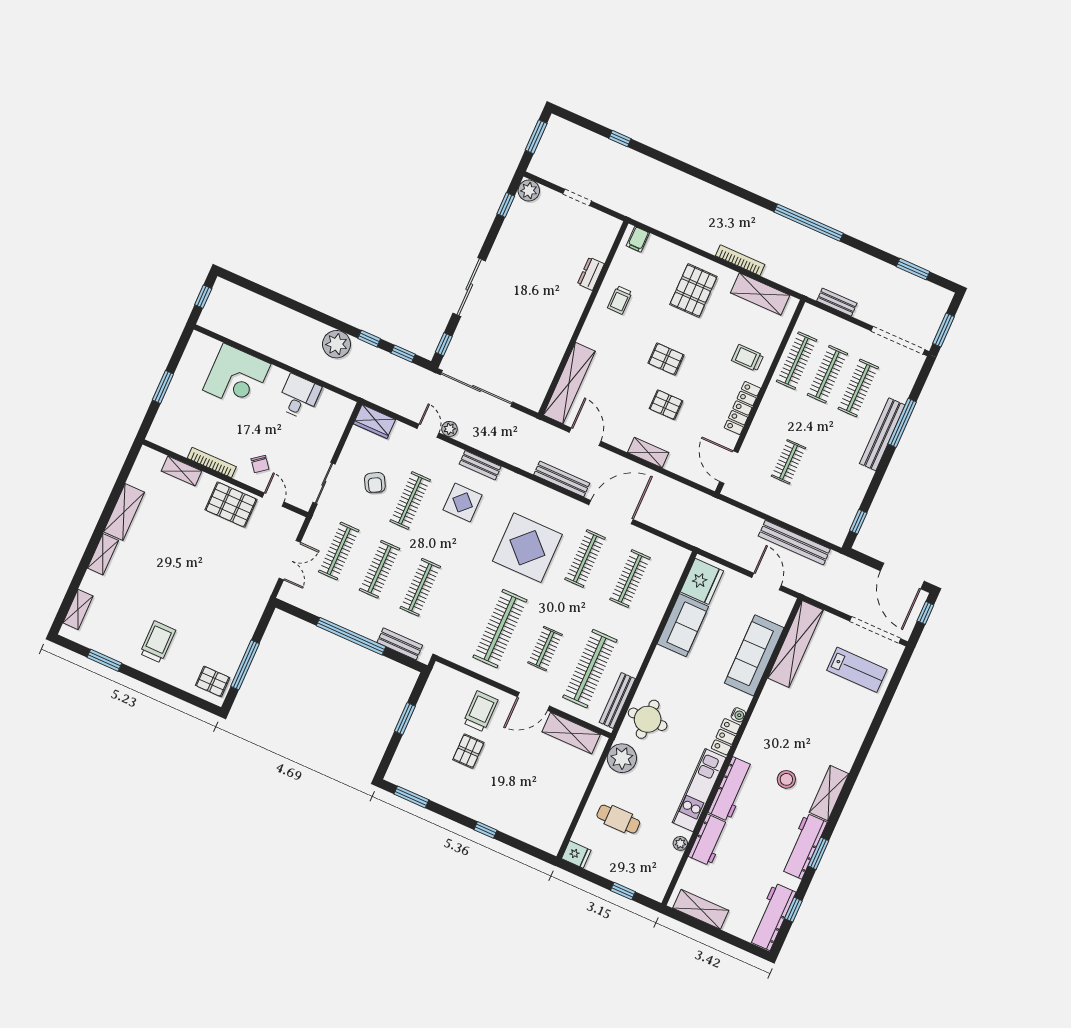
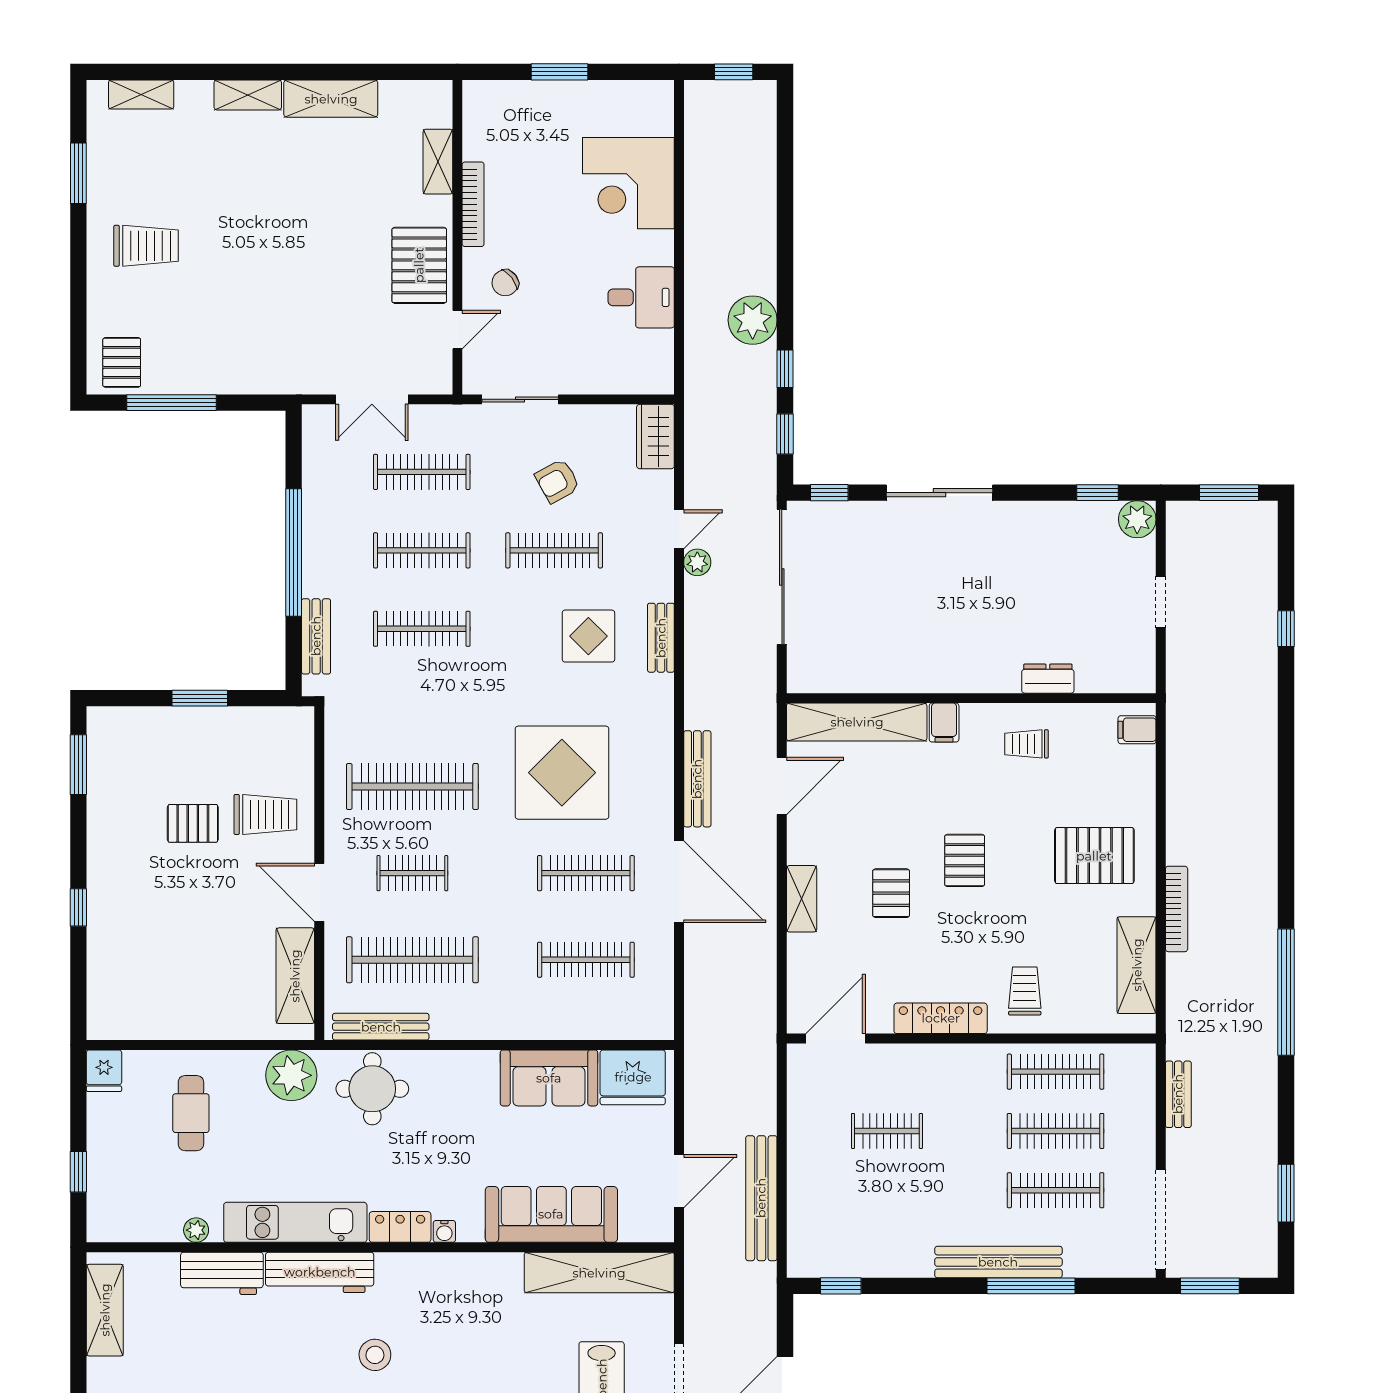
filing cabinet: (590, 338) -> (944, 723), added

